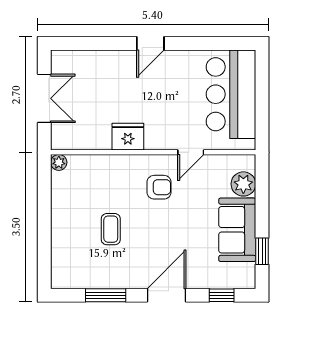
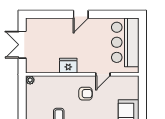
double door: (44, 98) -> (22, 45), swing flipped
plant: (243, 184) -> (132, 92), removed

